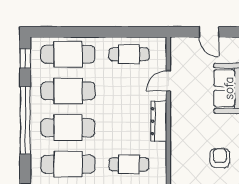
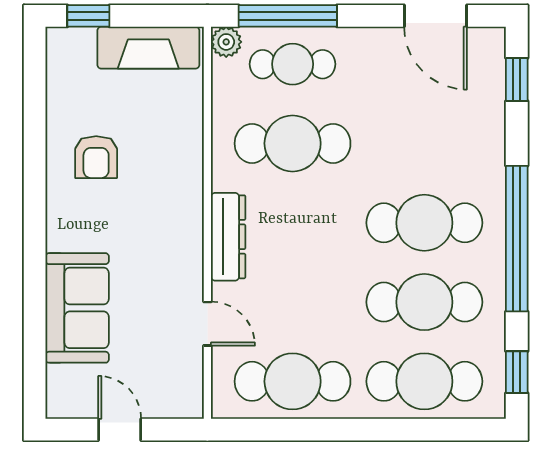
cafe table: (129, 54) -> (293, 381), width x1.37, depth x1.35
door: (168, 81) -> (207, 324), hinge flipped
cafe table: (68, 164) -> (424, 143), removed
cafe table: (129, 164) -> (293, 143), width x1.37, depth x1.35

